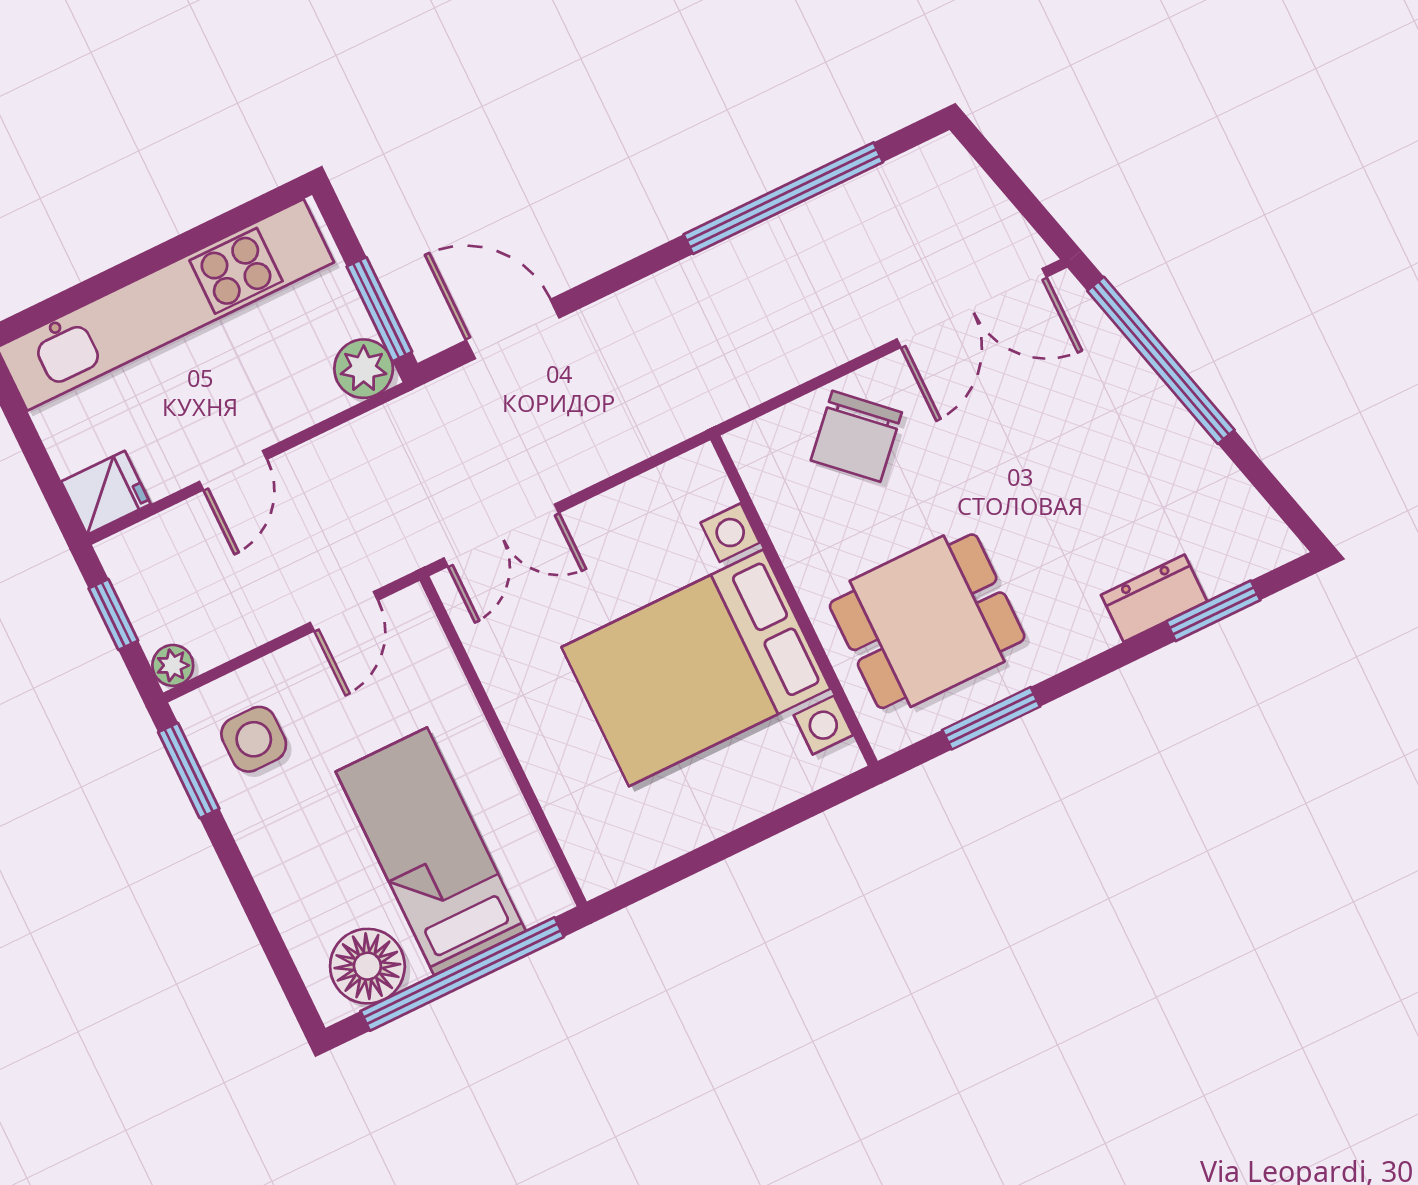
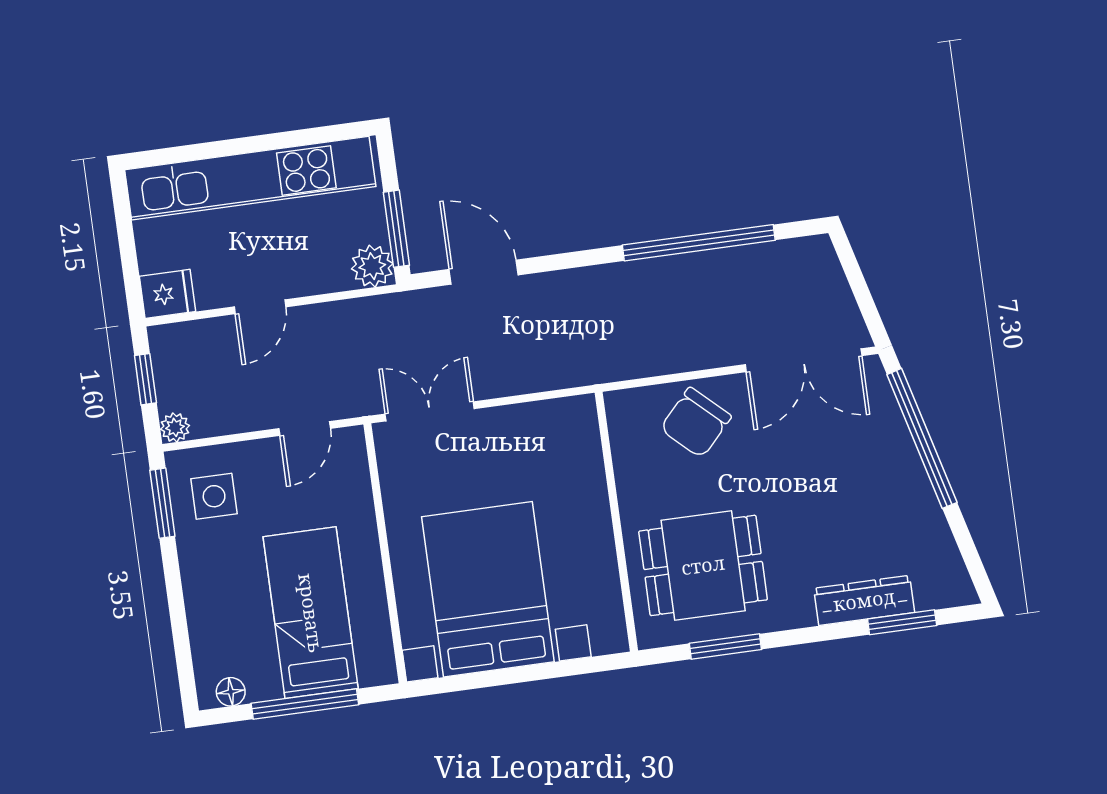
double door: (501, 535) -> (430, 411), swing flipped
dresser: (1154, 598) -> (864, 600), width x1.44
bed with nightstands: (696, 668) -> (488, 589), moved, turned 90
floor lamp: (367, 966) -> (231, 692), width x0.53, depth x0.53
window: (462, 974) -> (305, 704), width x0.68

